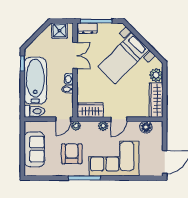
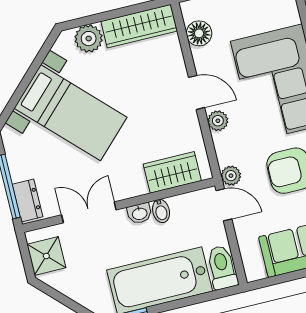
wardrobe: (91, 110) -> (172, 172), moved, turned 90

